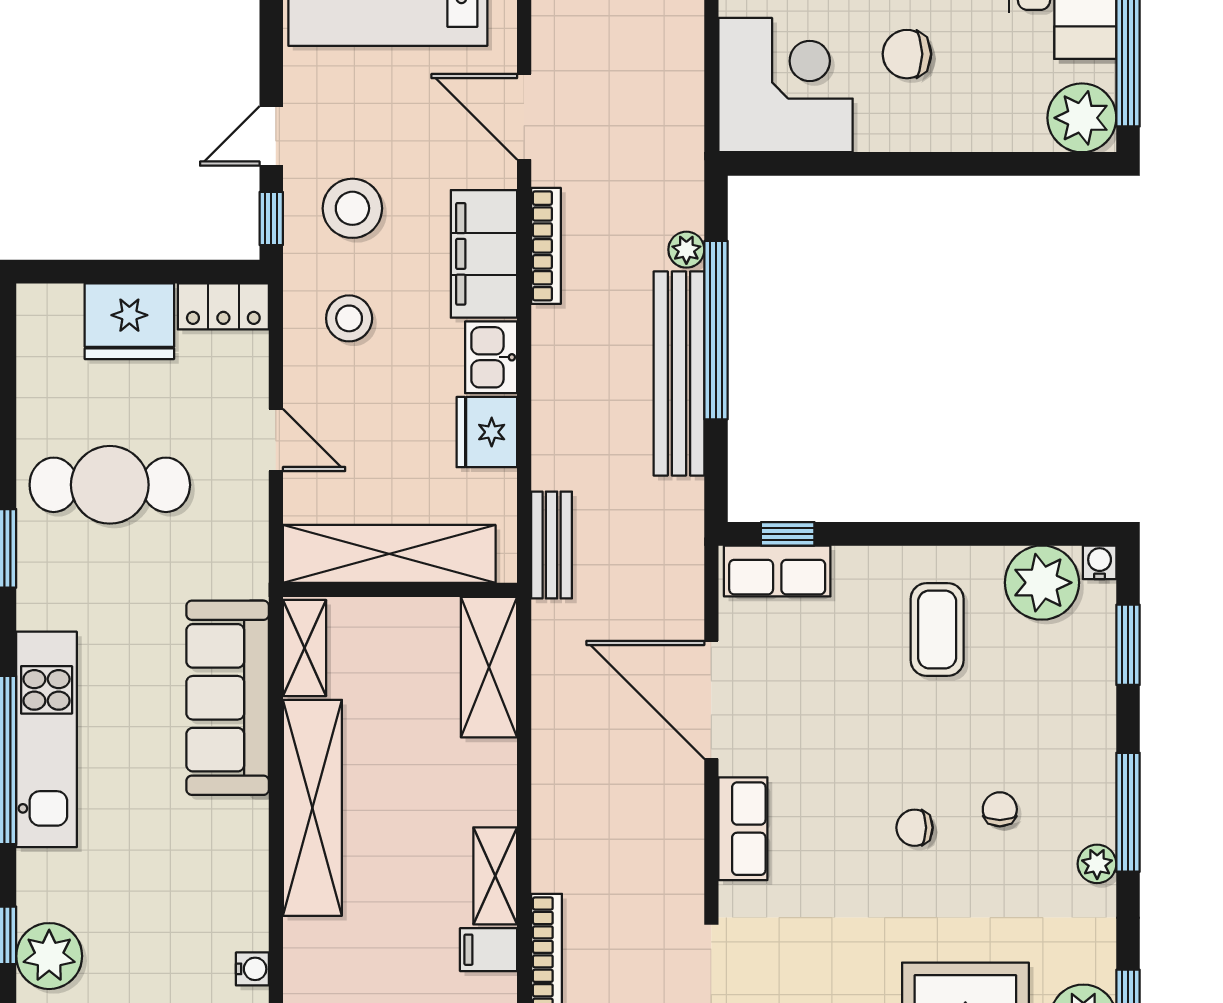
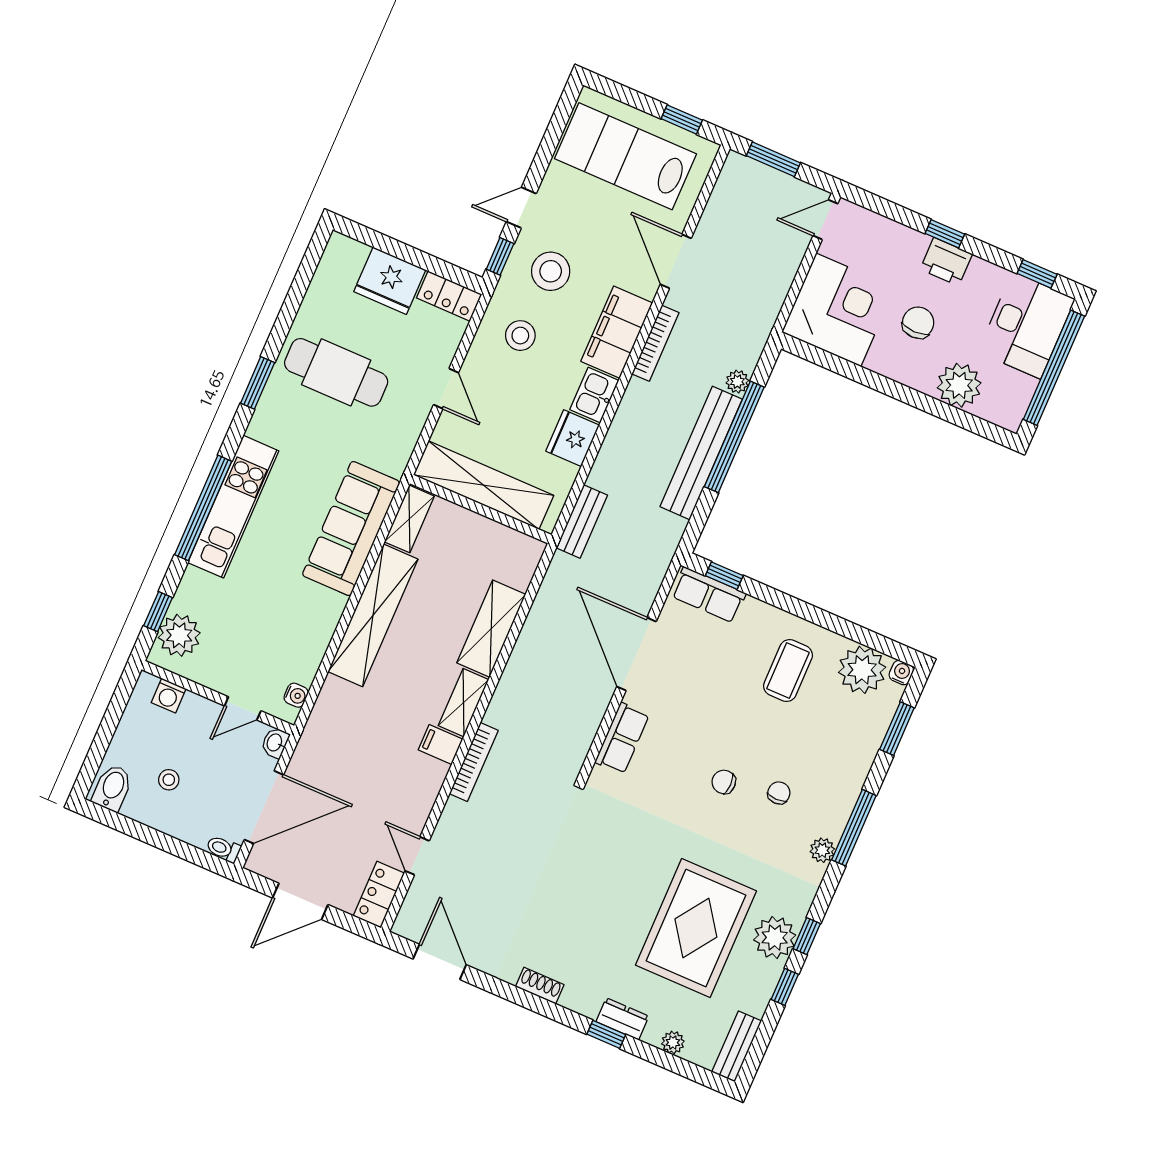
chair: (907, 54) -> (918, 323), turned 90
plant: (1082, 118) -> (959, 385), moved
shelving: (489, 667) -> (491, 629), moved

